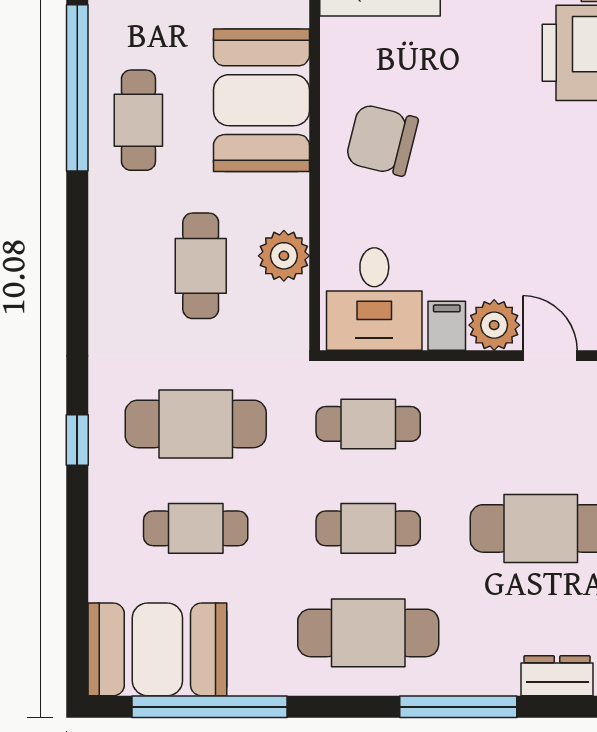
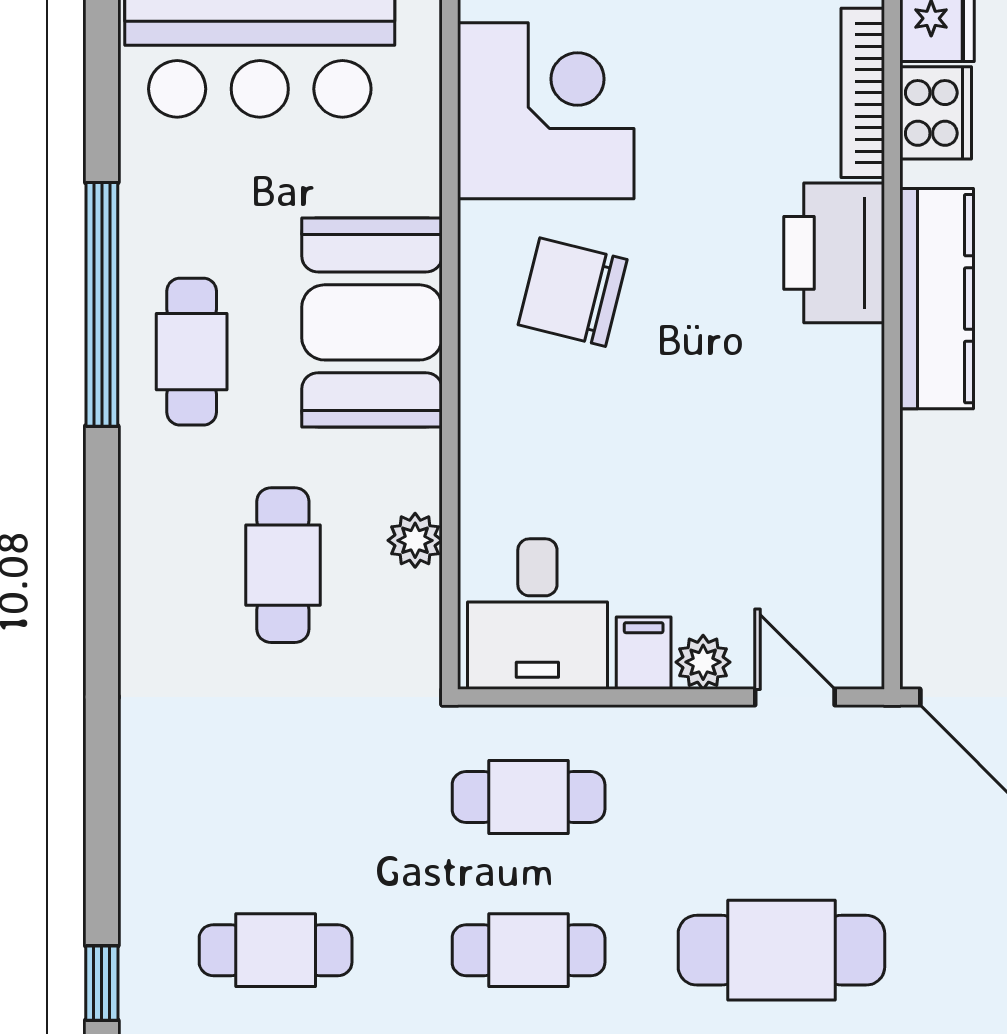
chair: (382, 140) -> (573, 292), moved
plant: (284, 256) -> (415, 540), width x0.73, depth x0.73
plant: (494, 325) -> (703, 662), width x0.73, depth x0.73
cafe table: (196, 424) -> (276, 797), removed
window: (77, 440) -> (102, 983), moved

